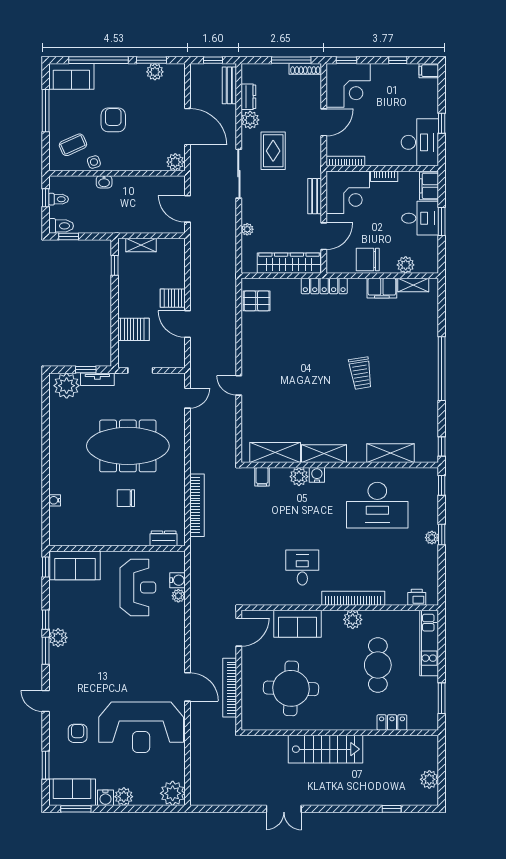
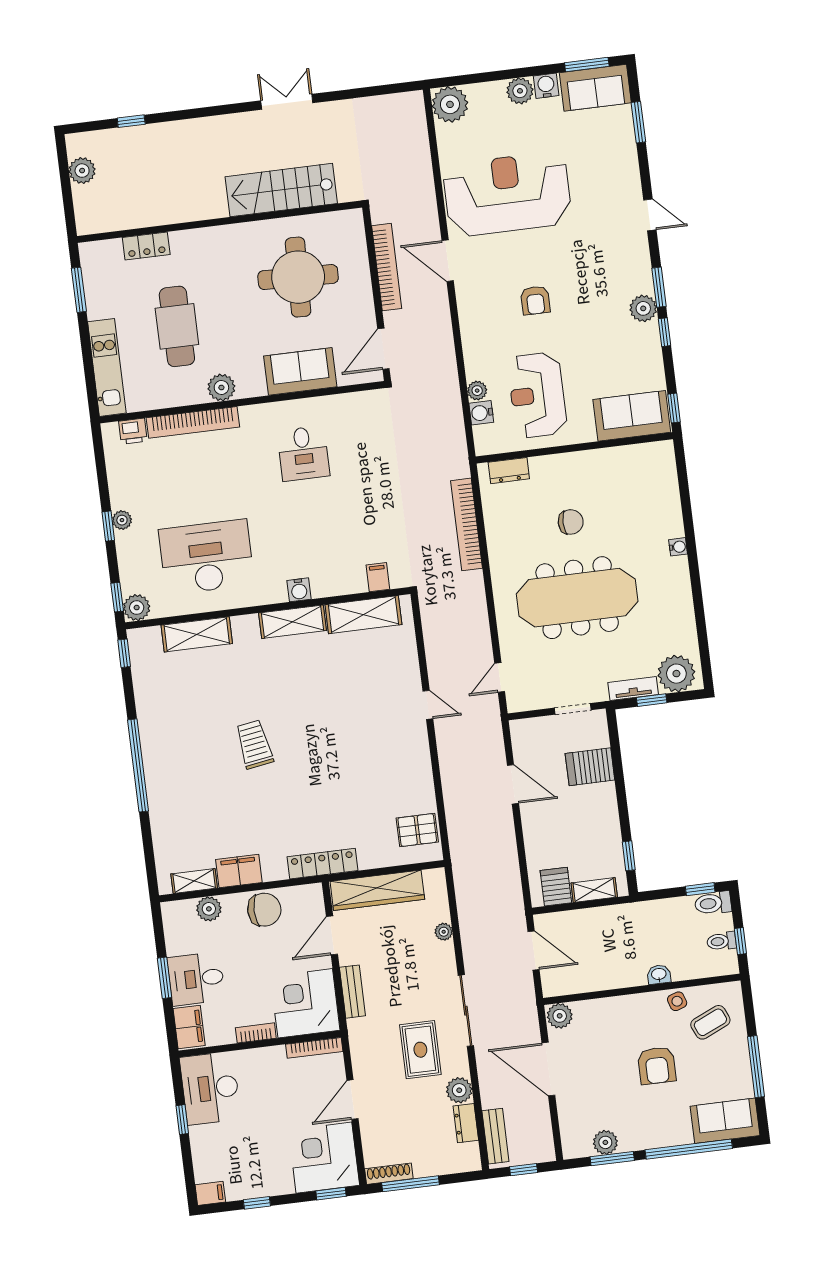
server rack: (173, 298) -> (556, 887), moved, turned -90
plant: (299, 477) -> (137, 608), moved
water cooler: (55, 500) -> (678, 547), moved
bookcase: (353, 598) -> (193, 422), moved
armchair: (78, 733) -> (535, 300), moved
stairs: (326, 749) -> (281, 190), moved

